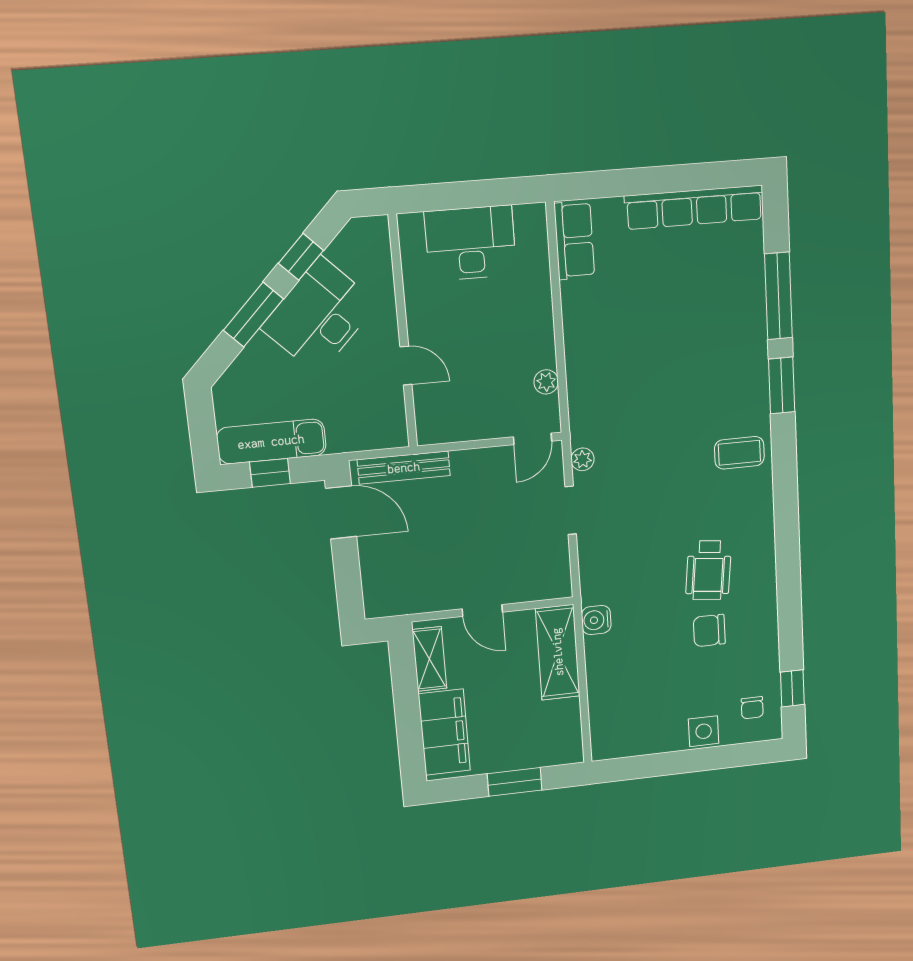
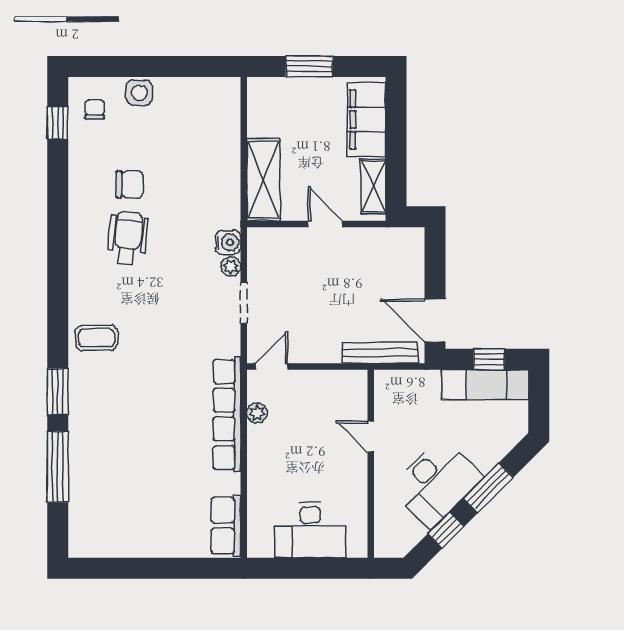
row of seats: (694, 207) -> (227, 415), moved, turned -90
plant: (582, 459) -> (231, 267), moved
water cooler: (596, 620) -> (228, 242), moved

